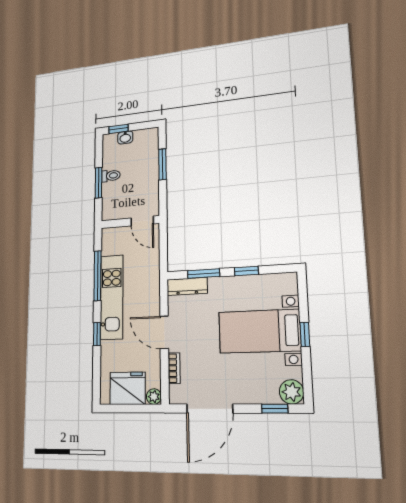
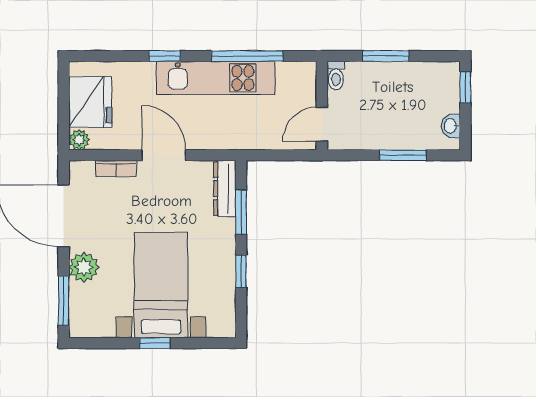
washbasin: (125, 137) -> (451, 126), moved
toilet: (111, 176) -> (336, 76), moved
door: (164, 332) -> (164, 155), hinge flipped
plant: (292, 392) -> (84, 267), moved
window: (275, 409) -> (64, 301), width x1.50

